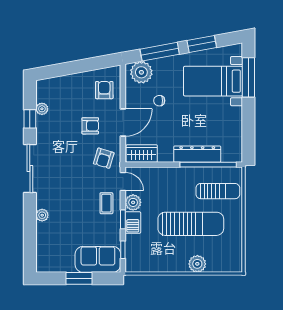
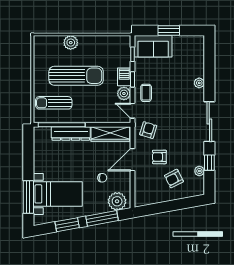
armchair: (104, 90) -> (174, 179), moved, turned 63
wardrobe: (142, 154) -> (110, 134), width x1.50
sun lounger: (191, 224) -> (76, 76), turned 180

